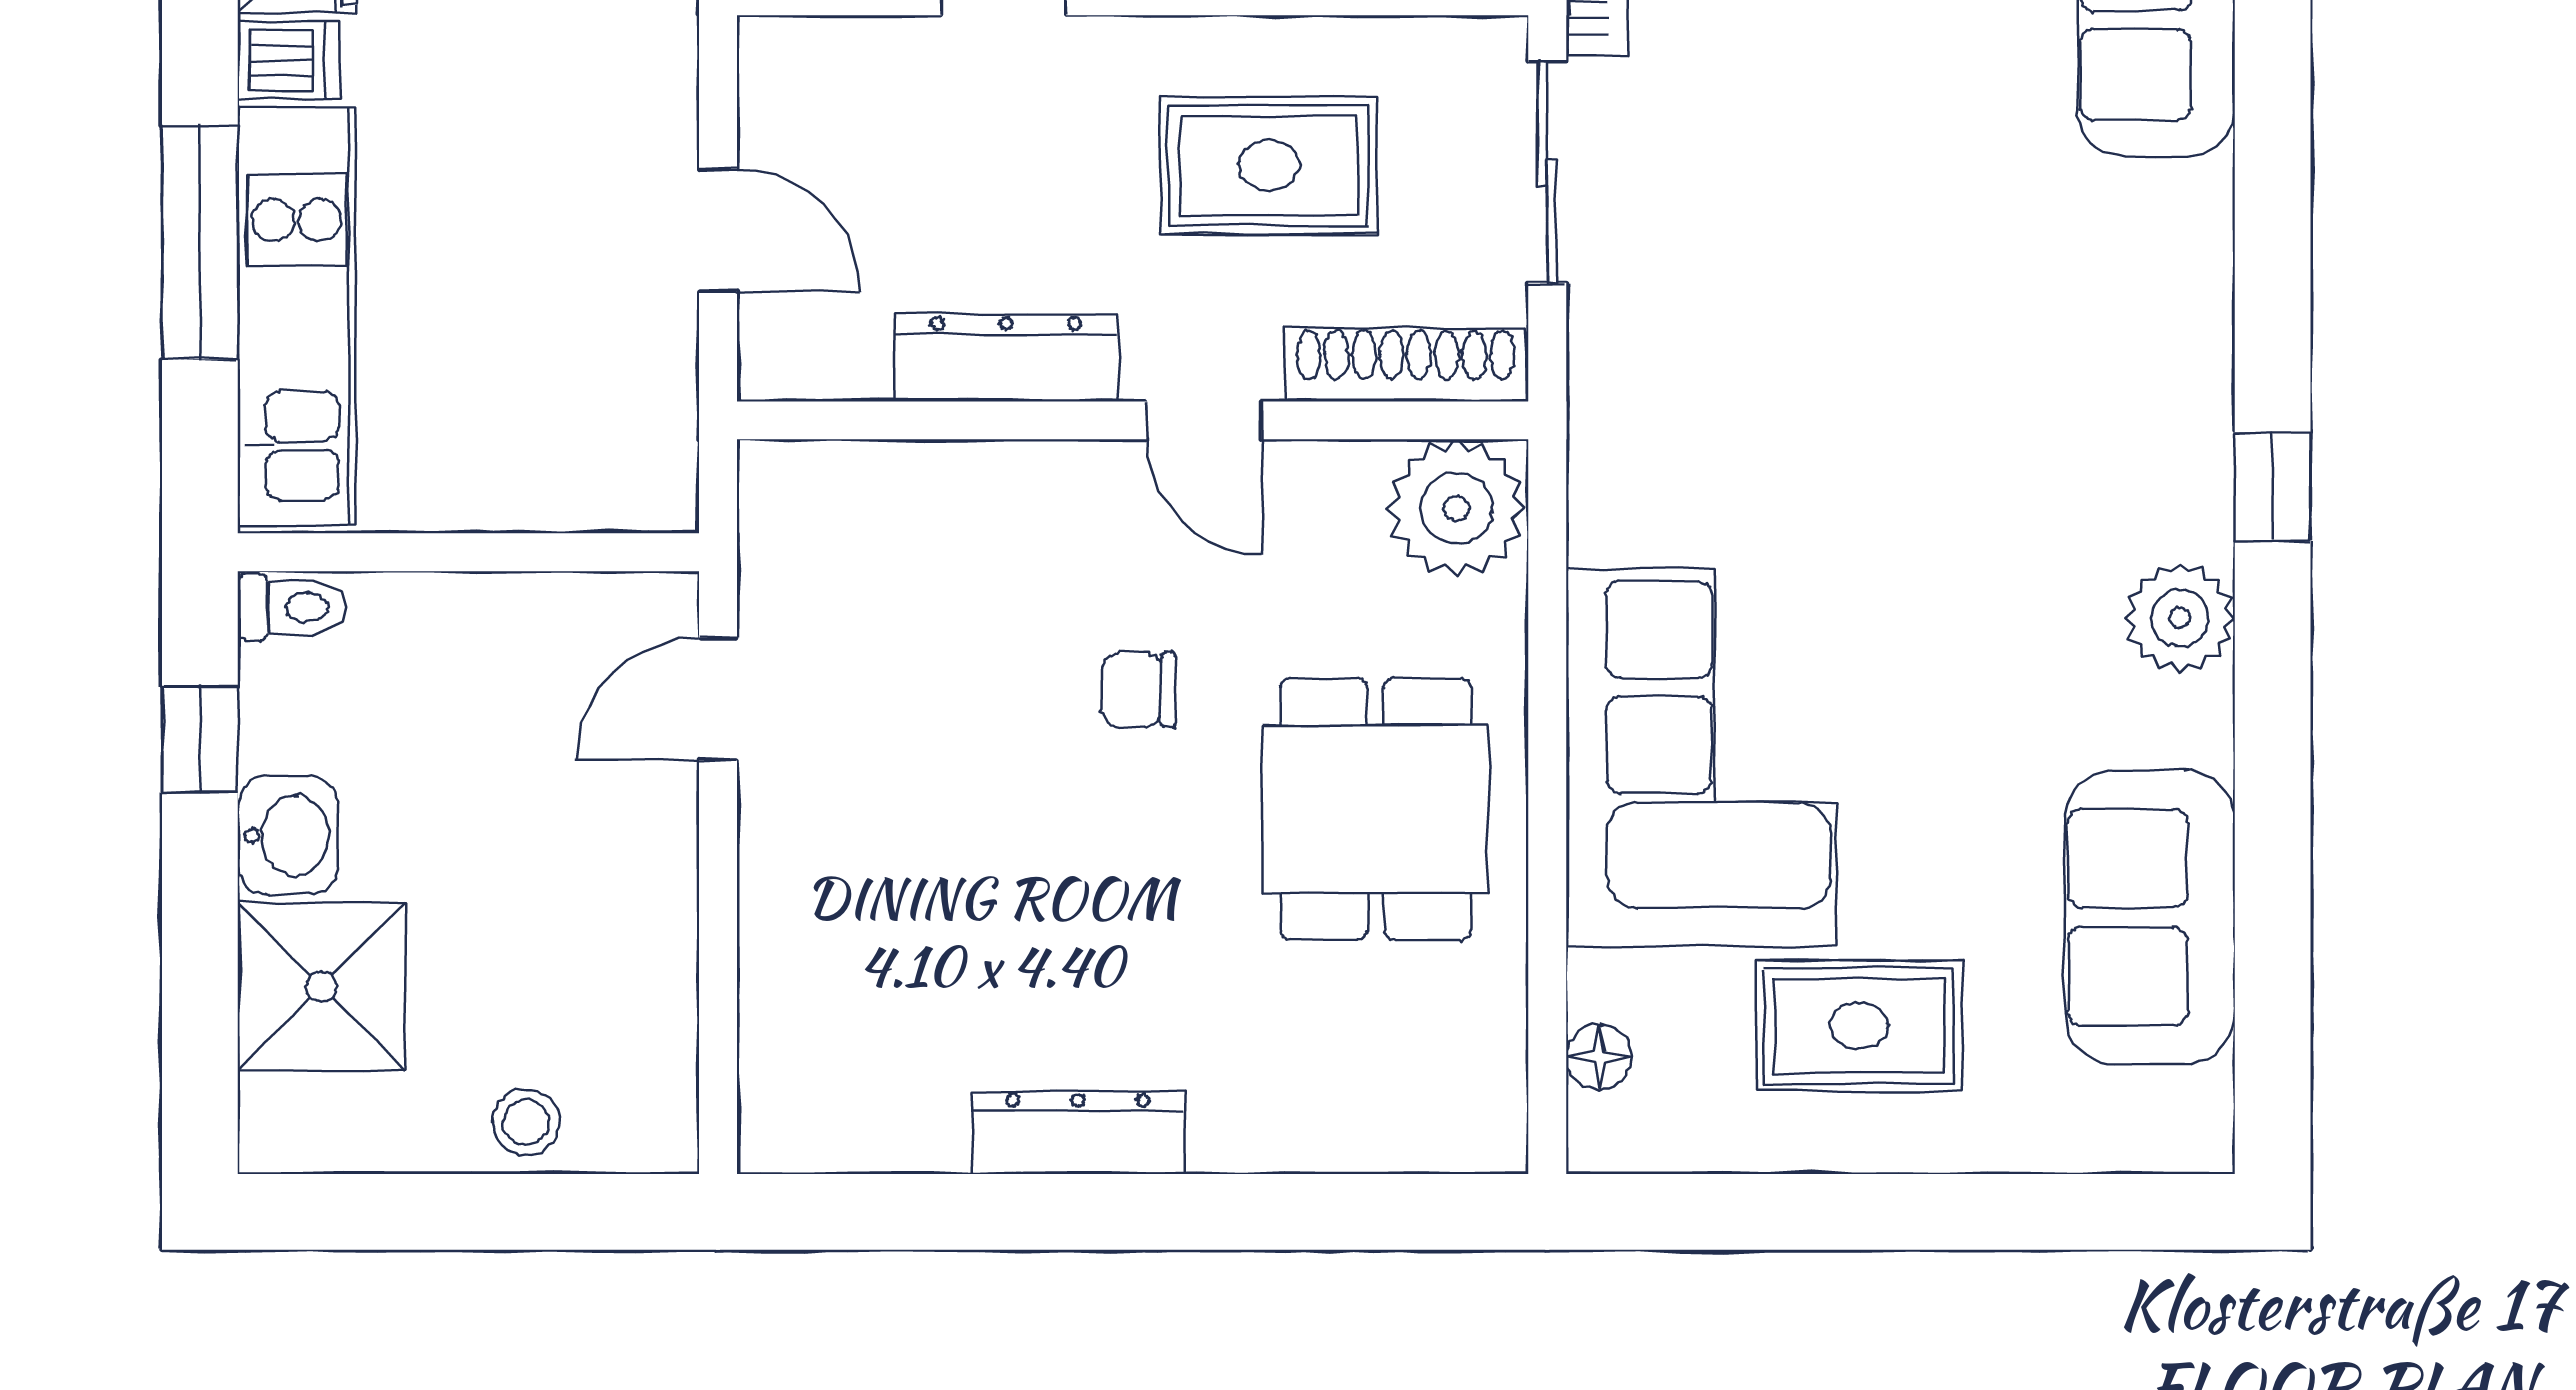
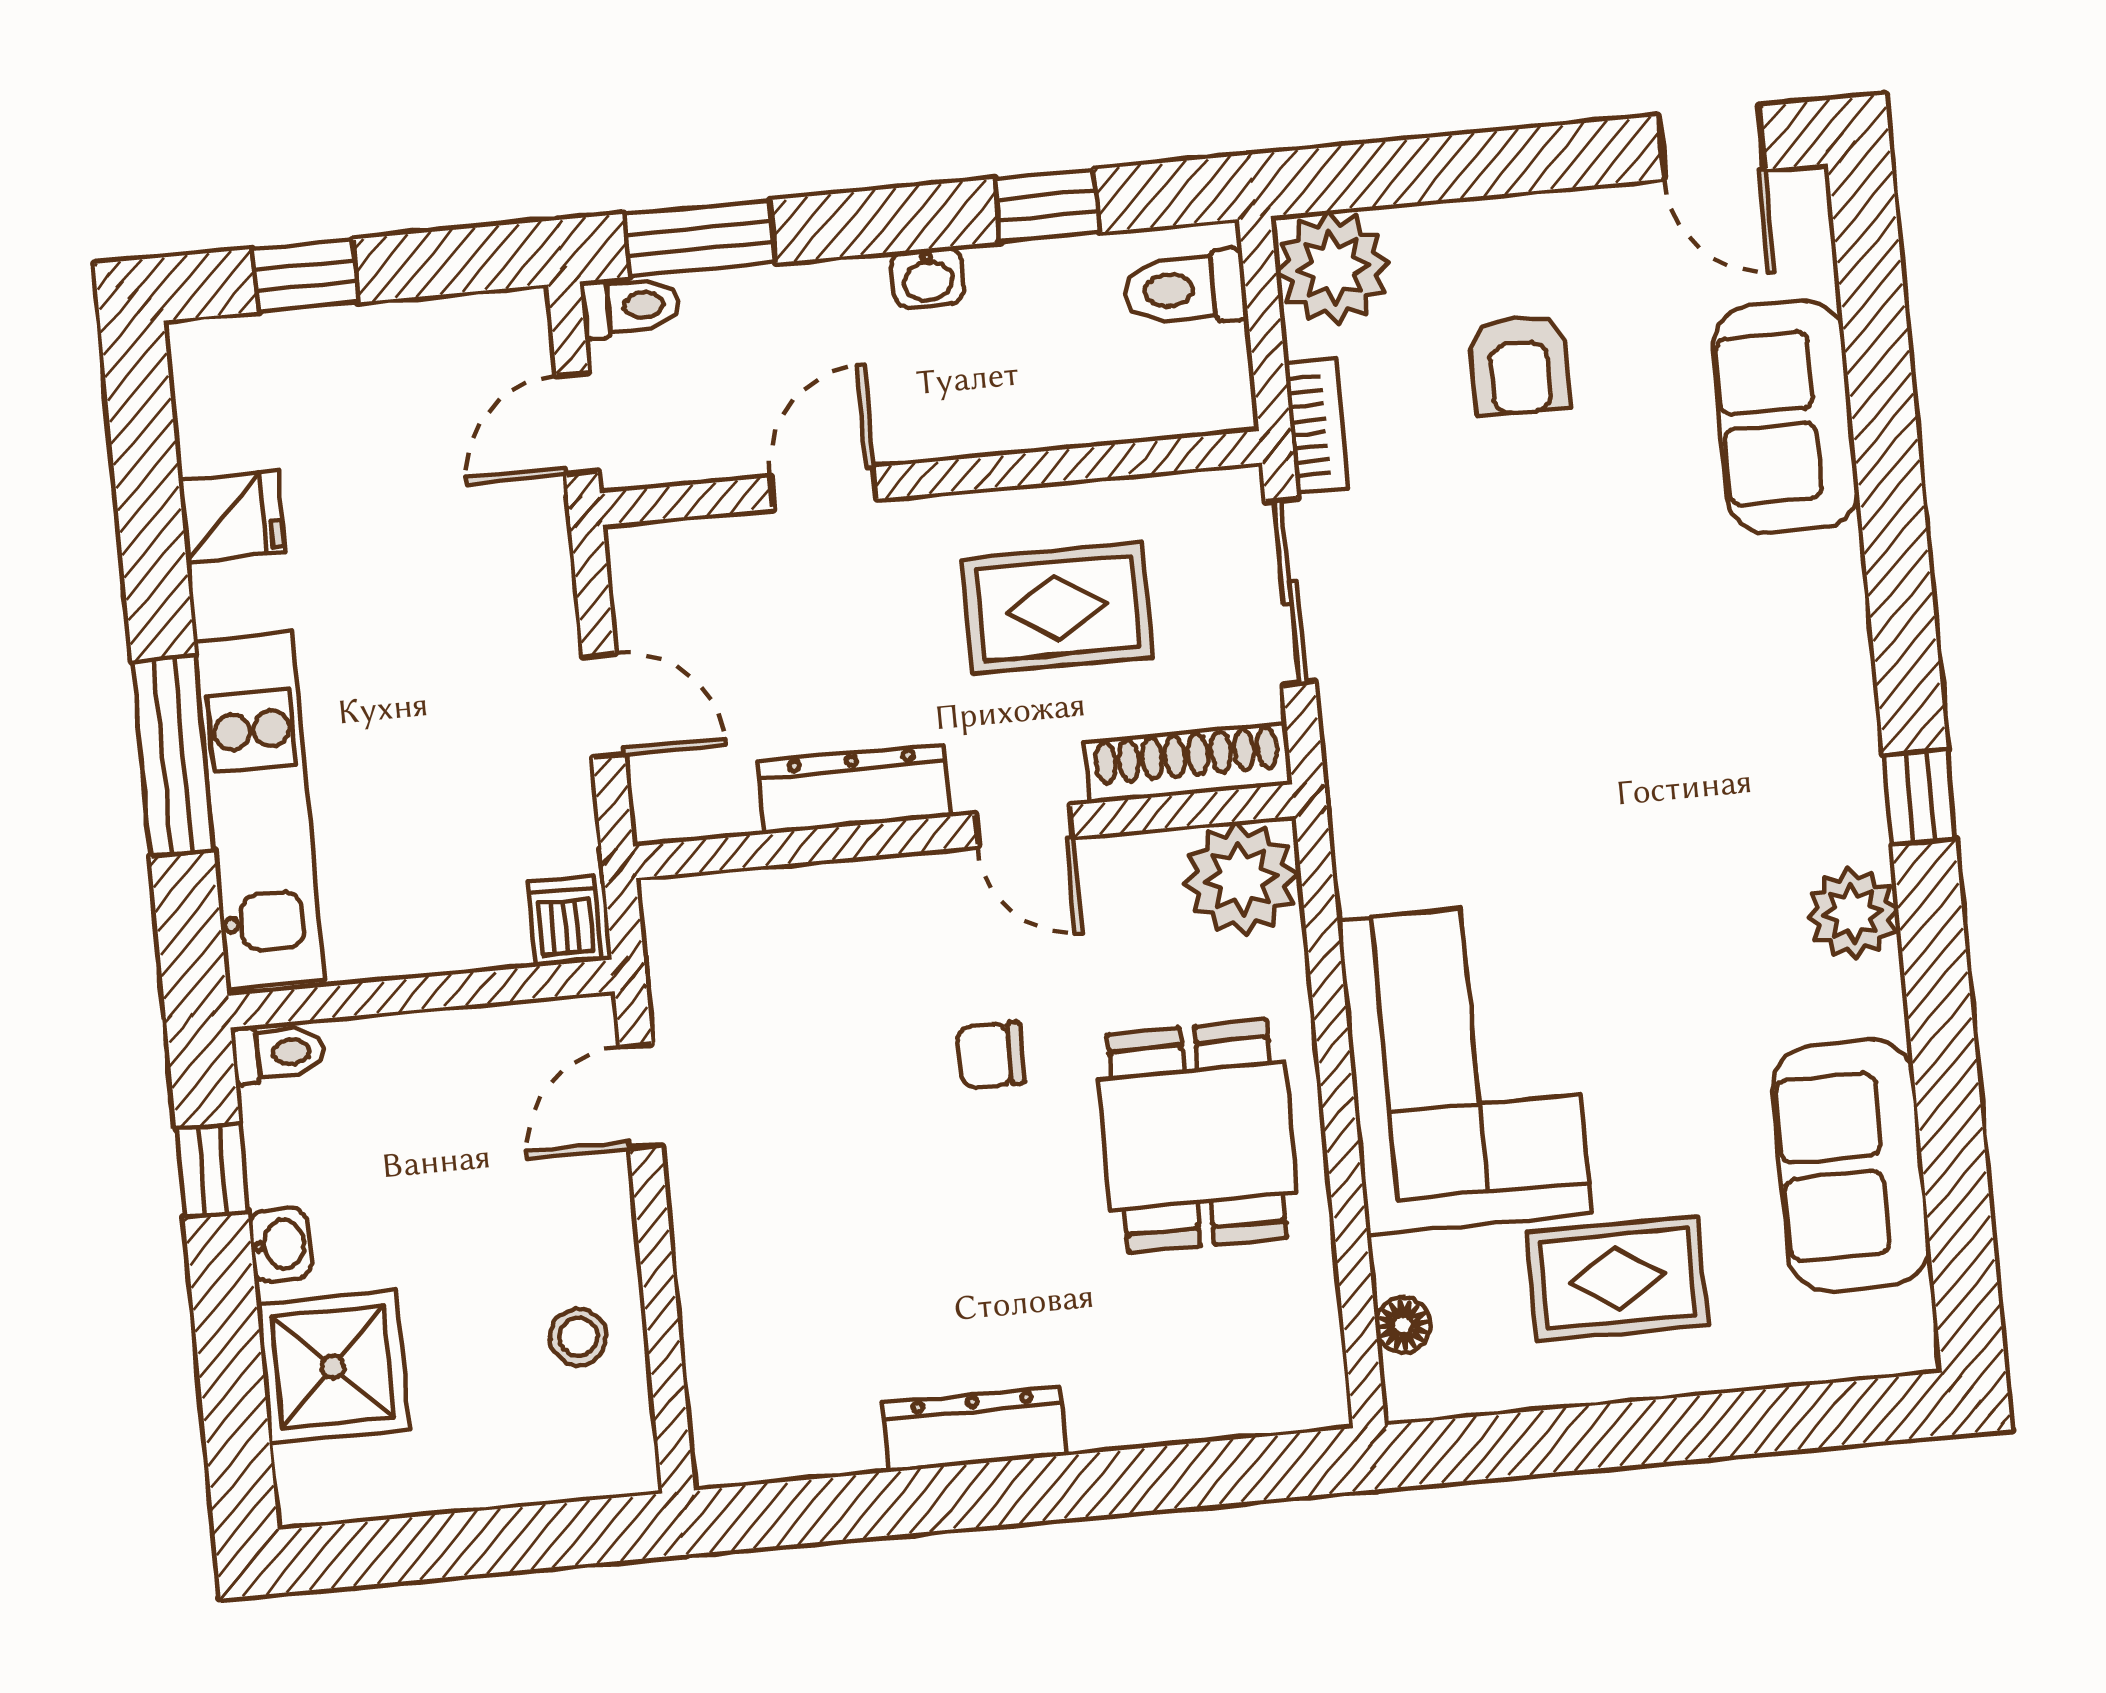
dishwasher: (288, 60) -> (565, 921), moved, turned -90
washbasin: (288, 835) -> (280, 1245), width x0.72, depth x0.69
stool: (526, 1122) -> (578, 1337), moved

